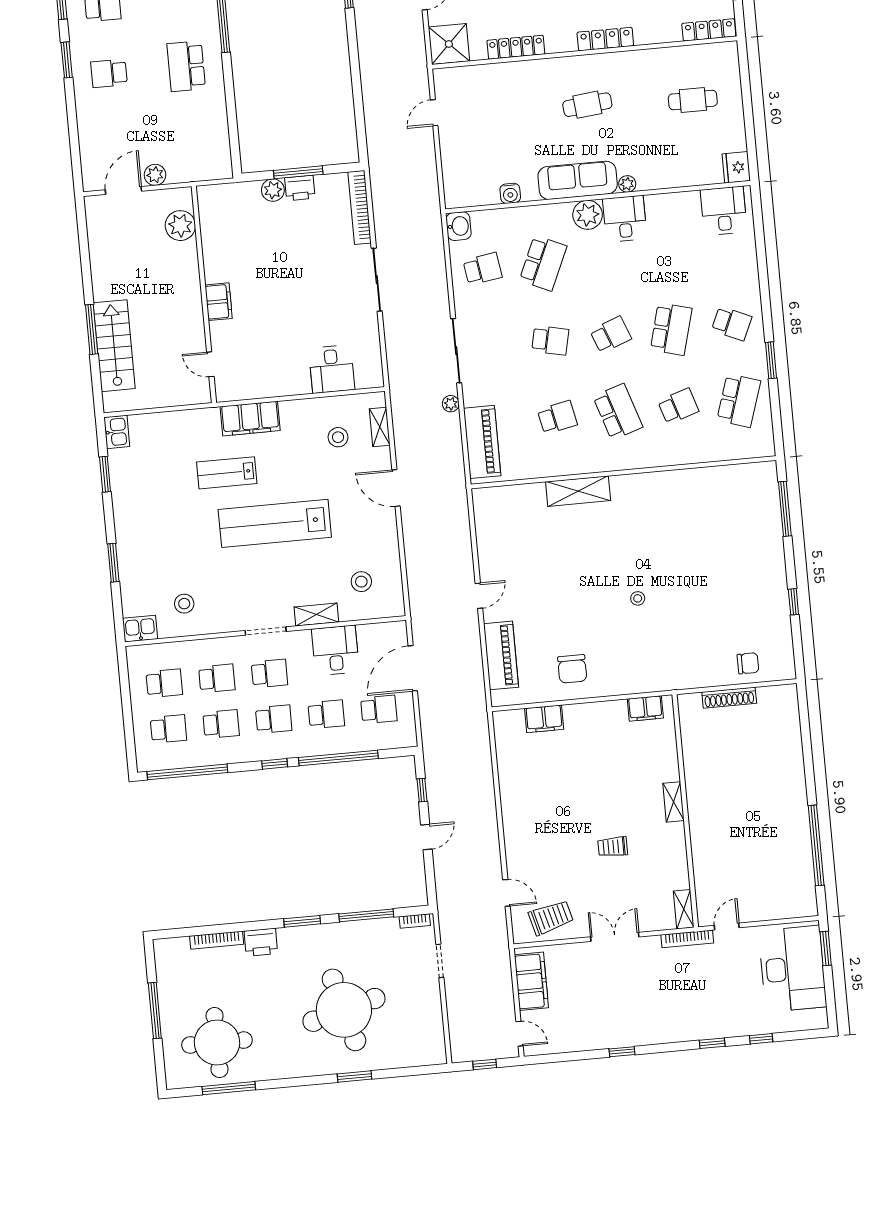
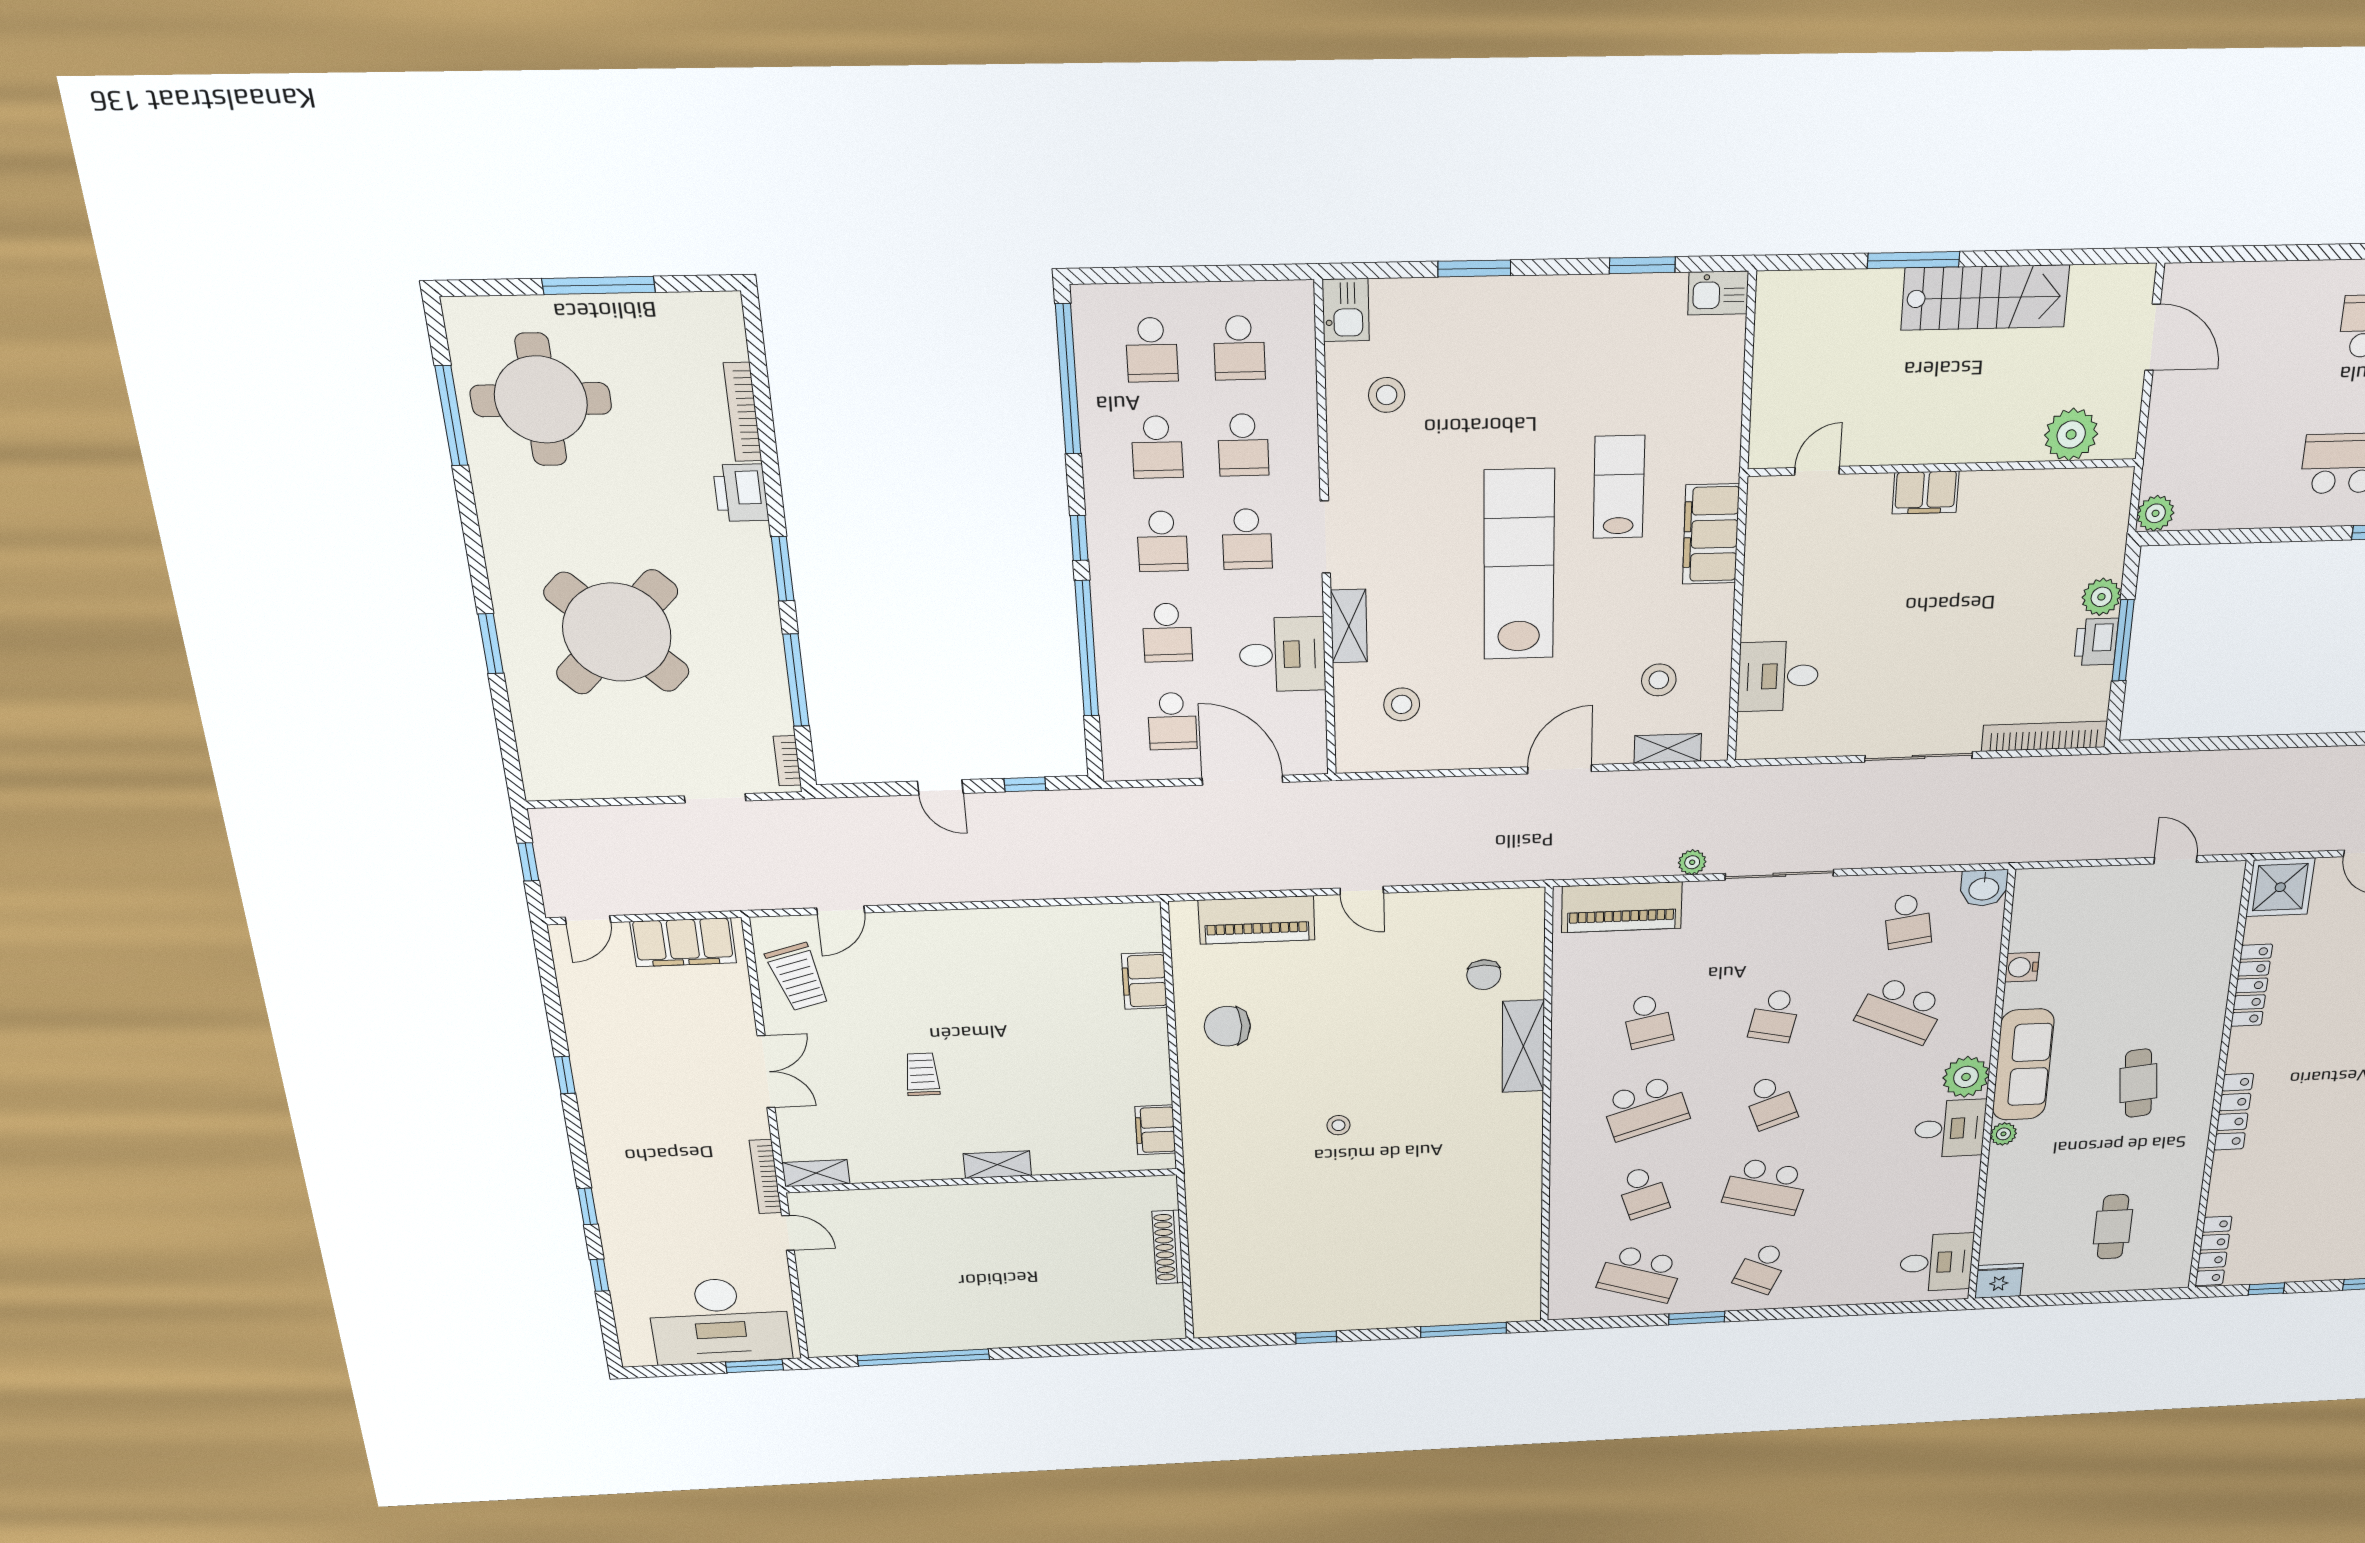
plant: (155, 175) -> (2156, 513), moved
stairs: (114, 346) -> (1985, 298), moved
chair: (748, 663) -> (1484, 975), moved
round table: (344, 1010) -> (617, 632), turned -30

